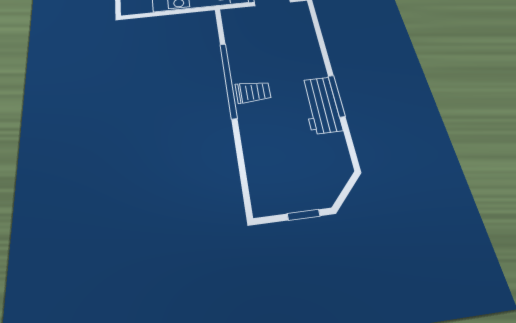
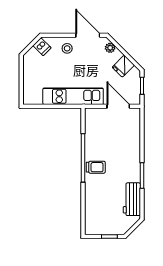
workbench: (321, 105) -> (132, 199), moved

